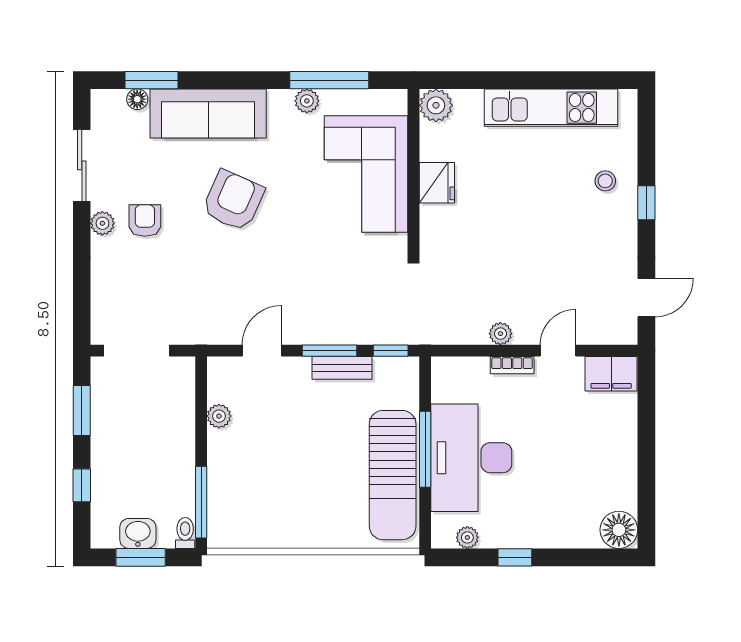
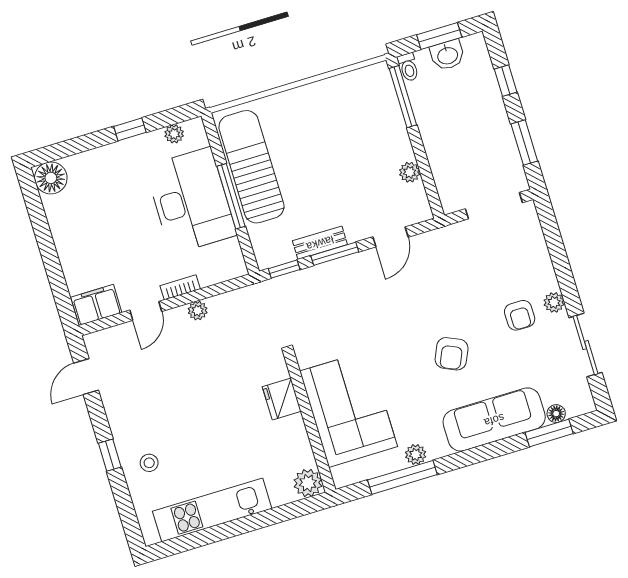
fridge: (437, 183) -> (282, 399), moved
armchair: (233, 201) -> (452, 354), width x0.72, depth x0.72

